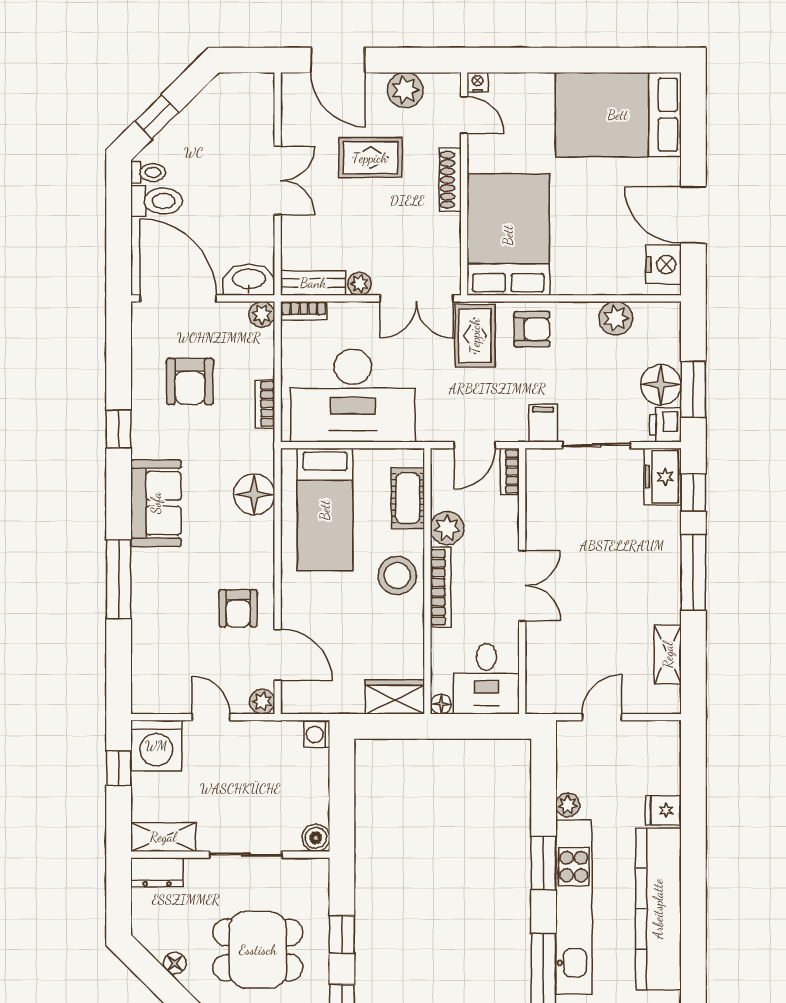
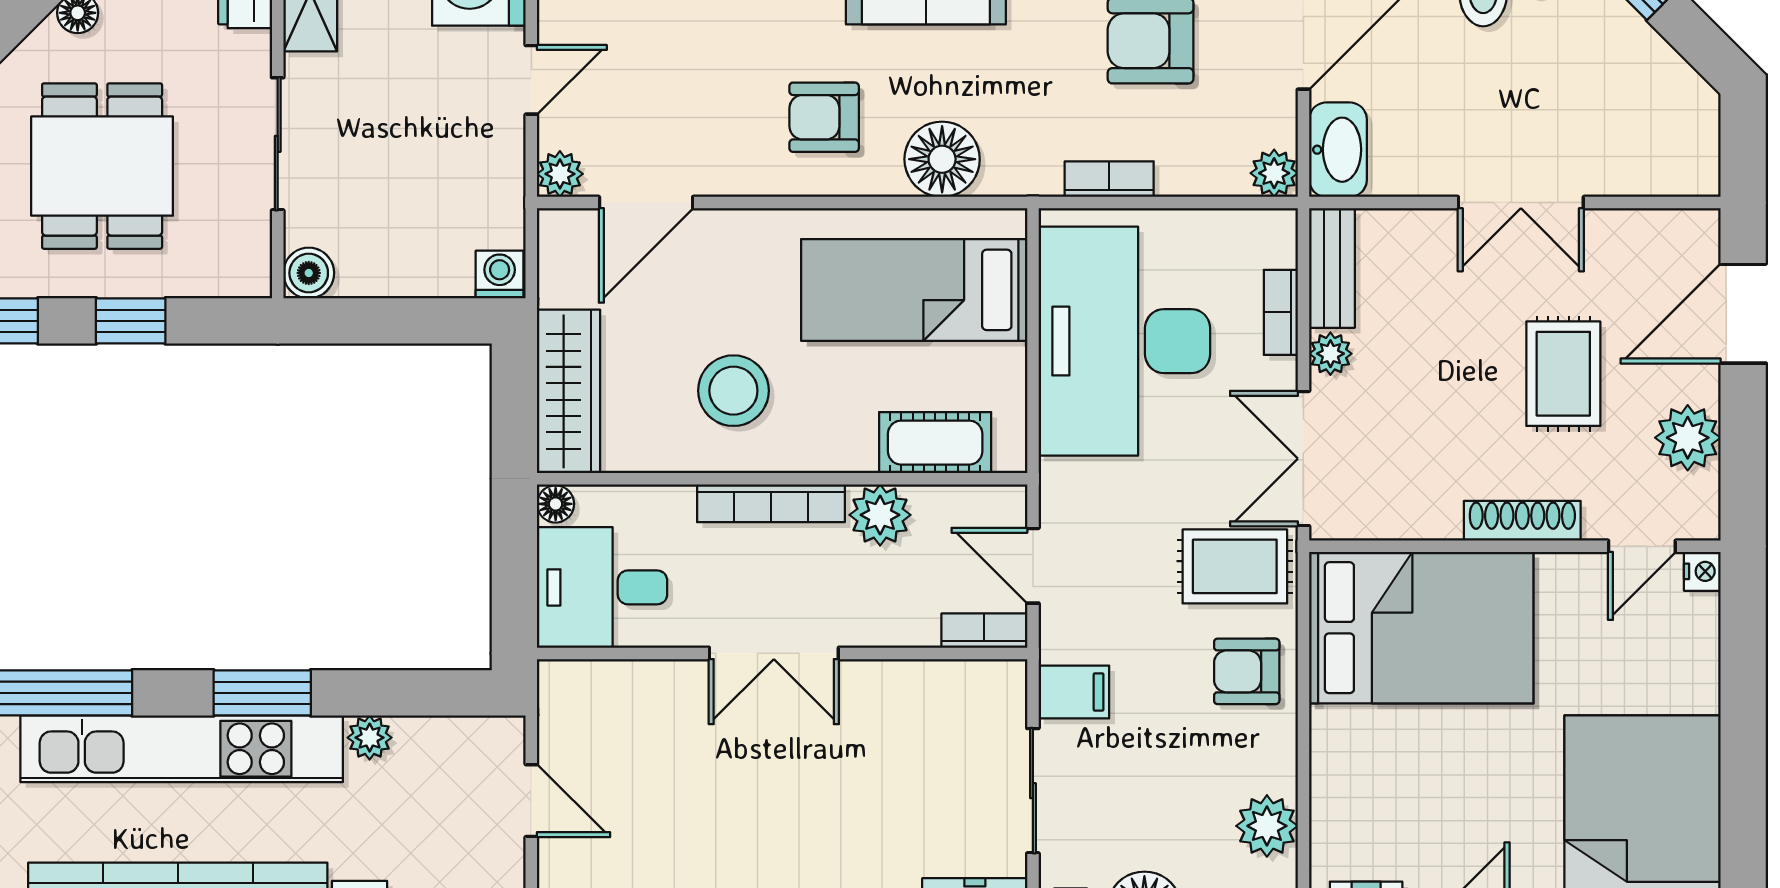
bookcase: (304, 311) -> (1281, 312), moved
armchair: (532, 329) -> (1247, 671), turned 90
stool: (397, 576) -> (733, 391), moved
armchair: (238, 608) -> (824, 117), moved
wardrobe: (395, 697) -> (569, 391), width x1.50

